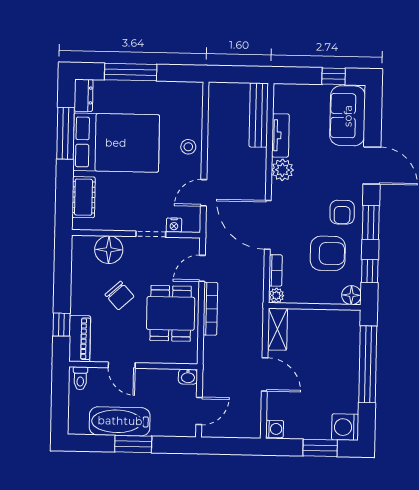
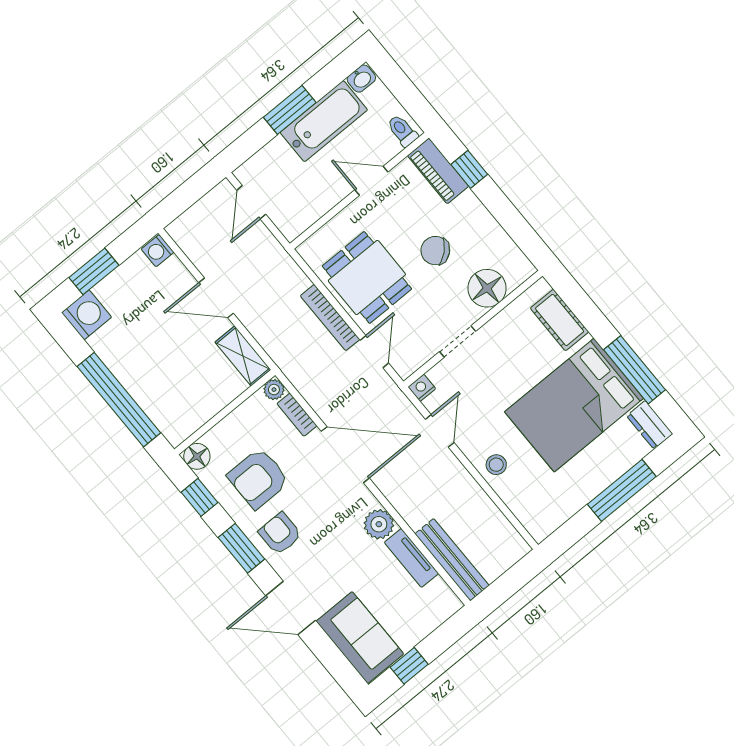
nightstand: (174, 225) -> (422, 388), moved
washbasin: (188, 377) -> (361, 79), moved, turned 180

